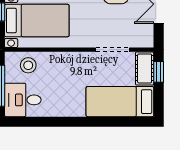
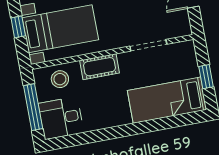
cot: (145, 68) -> (99, 67), moved, turned 90
window: (159, 72) -> (206, 77), moved

